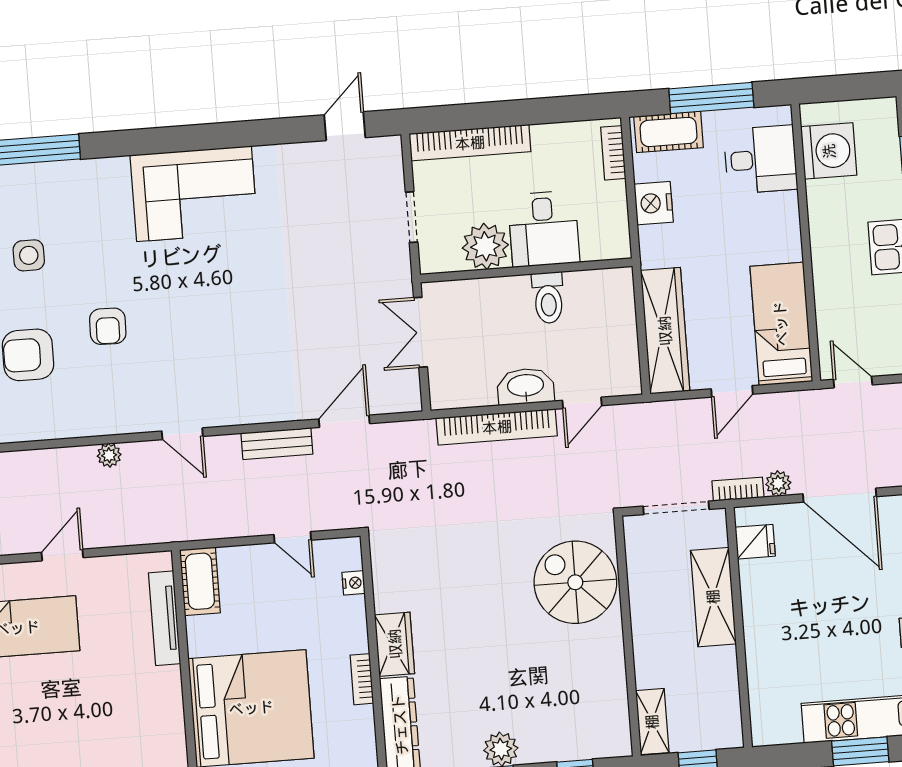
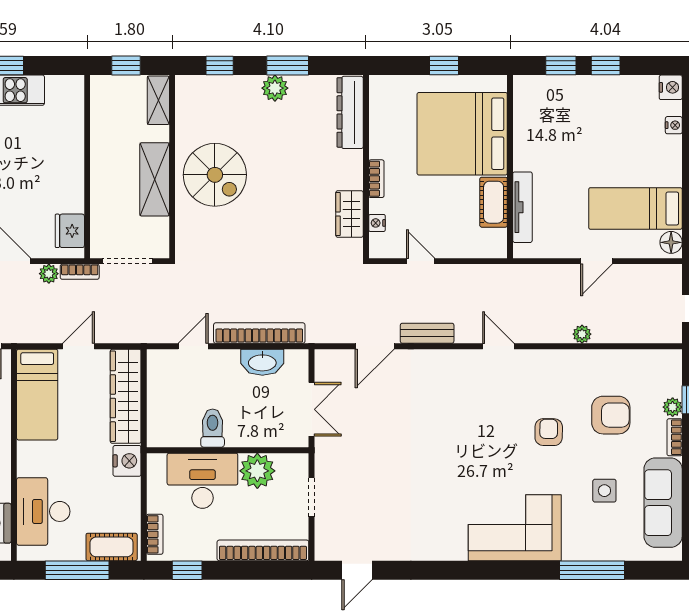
window: (567, 109) -> (187, 570), added
desk: (761, 159) -> (43, 511), width x1.37
corner sofa: (194, 194) -> (515, 528), moved
nightstand: (654, 203) -> (127, 461), moved
desk: (544, 229) -> (202, 481), width x1.37
washbasin: (526, 386) -> (262, 362), moved
plant: (109, 455) -> (582, 334), moved
fridge: (755, 542) -> (70, 231), width x1.38
cot: (200, 581) -> (494, 202), moved
spiral stairs: (575, 582) -> (215, 175), moved
shelving: (713, 597) -> (155, 179), moved
wardrobe: (395, 644) -> (349, 214), moved
bookcase: (362, 679) -> (376, 179), moved

